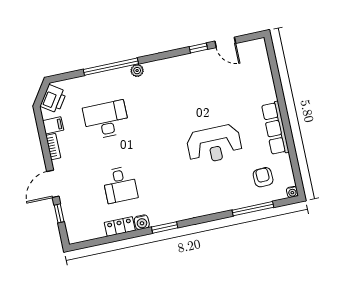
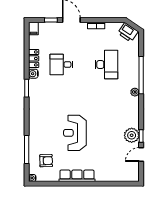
plant: (200, 62) -> (132, 135), added
filing cabinet: (53, 125) -> (33, 28), moved

